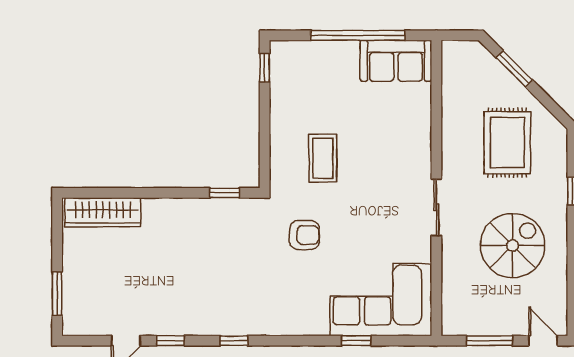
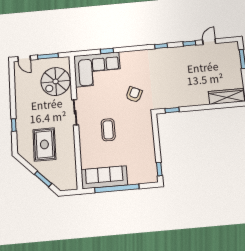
sofa: (396, 61) -> (104, 177), width x1.36
coffee table: (323, 158) -> (108, 130), moved
armchair: (304, 235) -> (134, 95), turned 115
spiral stairs: (513, 245) -> (56, 81), moved

